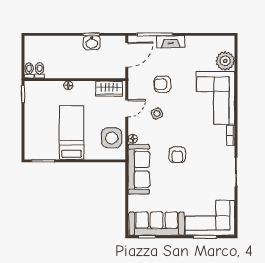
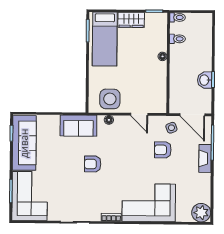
plant: (225, 61) -> (201, 213), moved
toilet: (40, 70) -> (177, 39), moved
armchair: (162, 84) -> (163, 150), turned -90
wardrobe: (109, 89) -> (131, 20), moved, turned -90
side table: (157, 114) -> (171, 128), moved
bed: (72, 132) -> (105, 39), moved, turned 90
sofa: (139, 169) -> (78, 126), width x0.73

